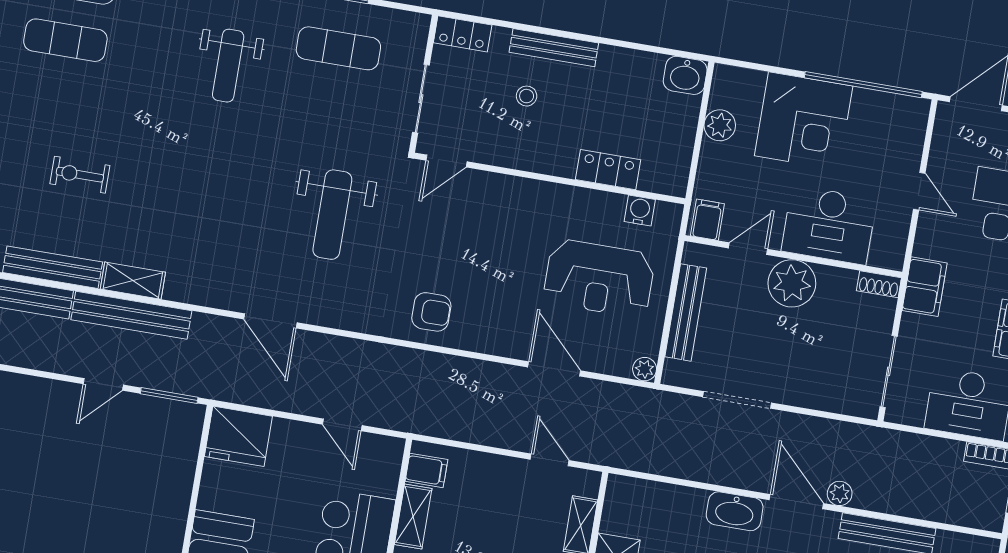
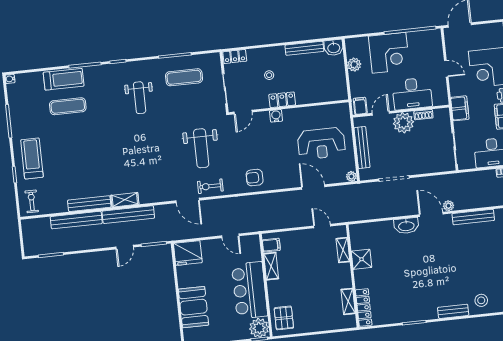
bench: (554, 48) -> (304, 48), moved
locker: (608, 170) -> (282, 100), moved
exercise bike: (80, 175) -> (210, 186), moved
water cooler: (640, 210) -> (276, 116), moved
shoe rack: (879, 284) -> (423, 115), moved
armchair: (431, 312) -> (255, 178), turned 180

